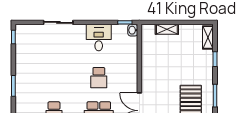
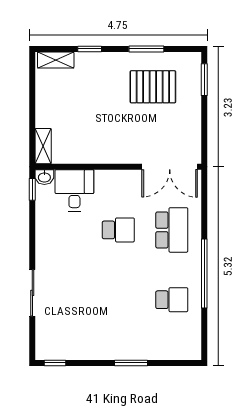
shelving: (167, 29) -> (43, 146), moved
desk: (99, 38) -> (74, 190), moved, turned 90

